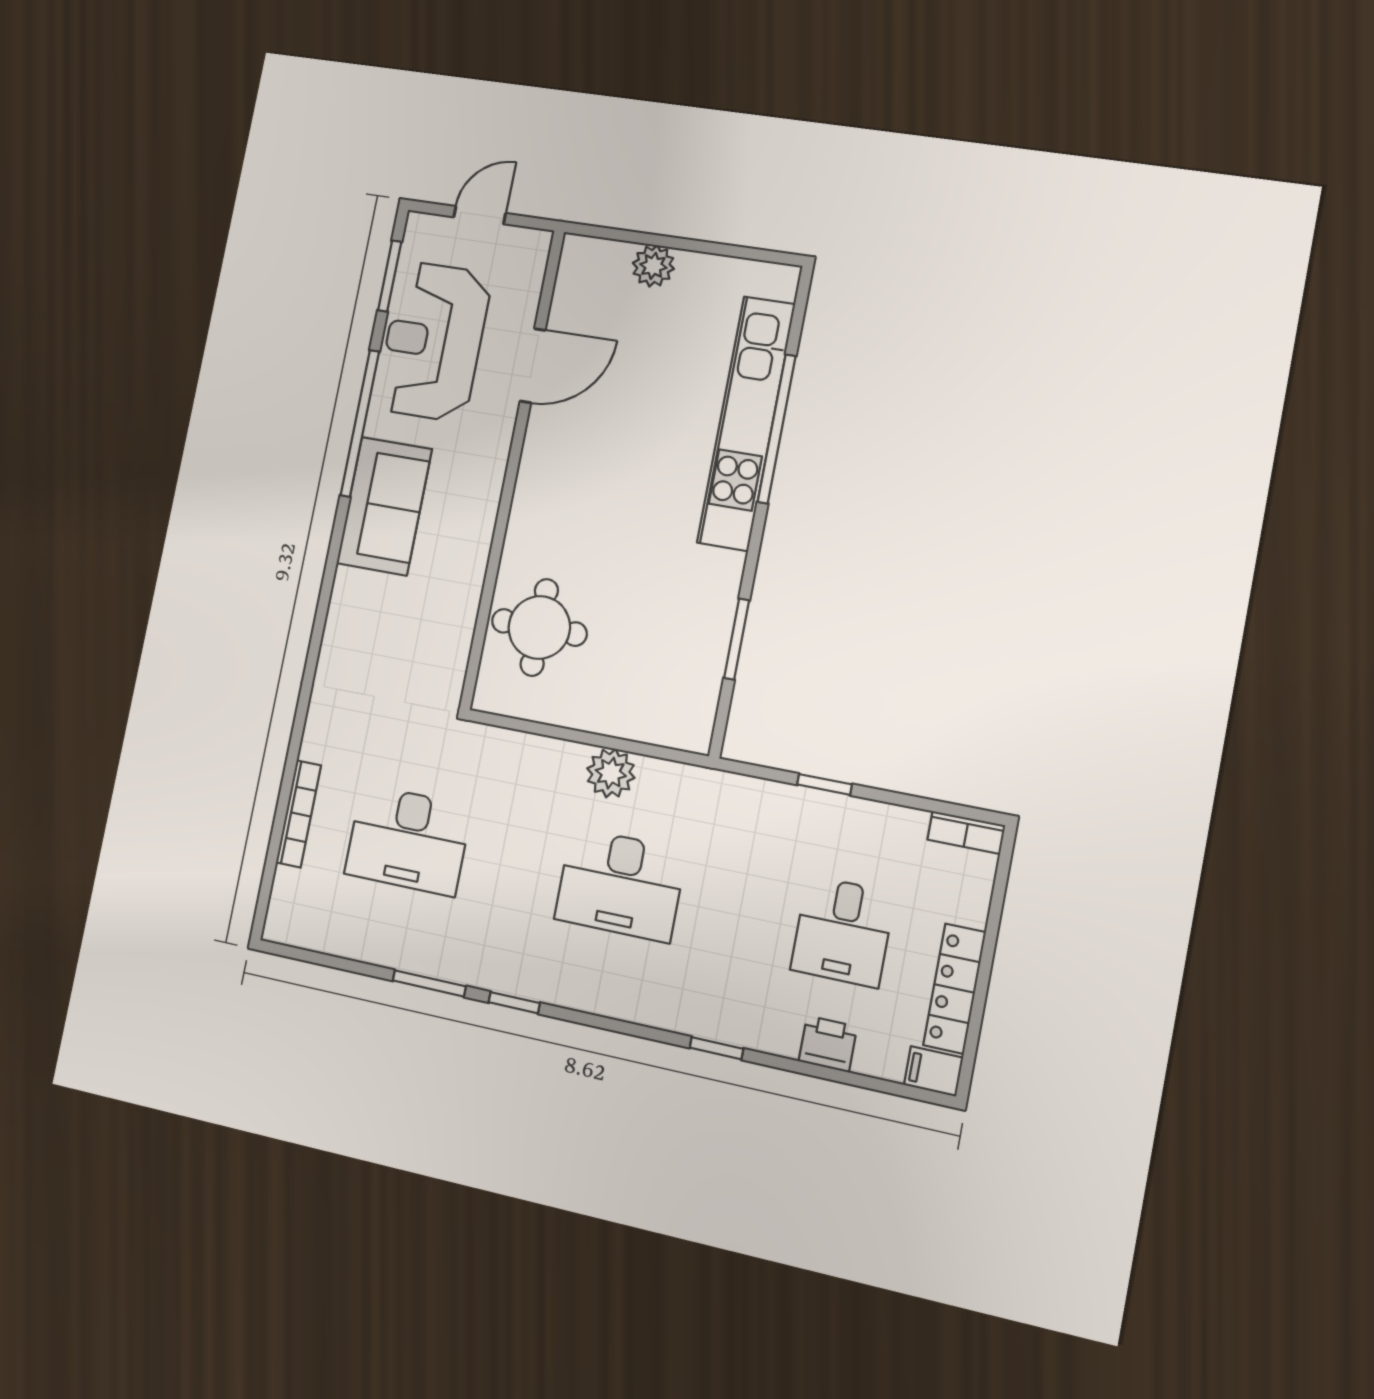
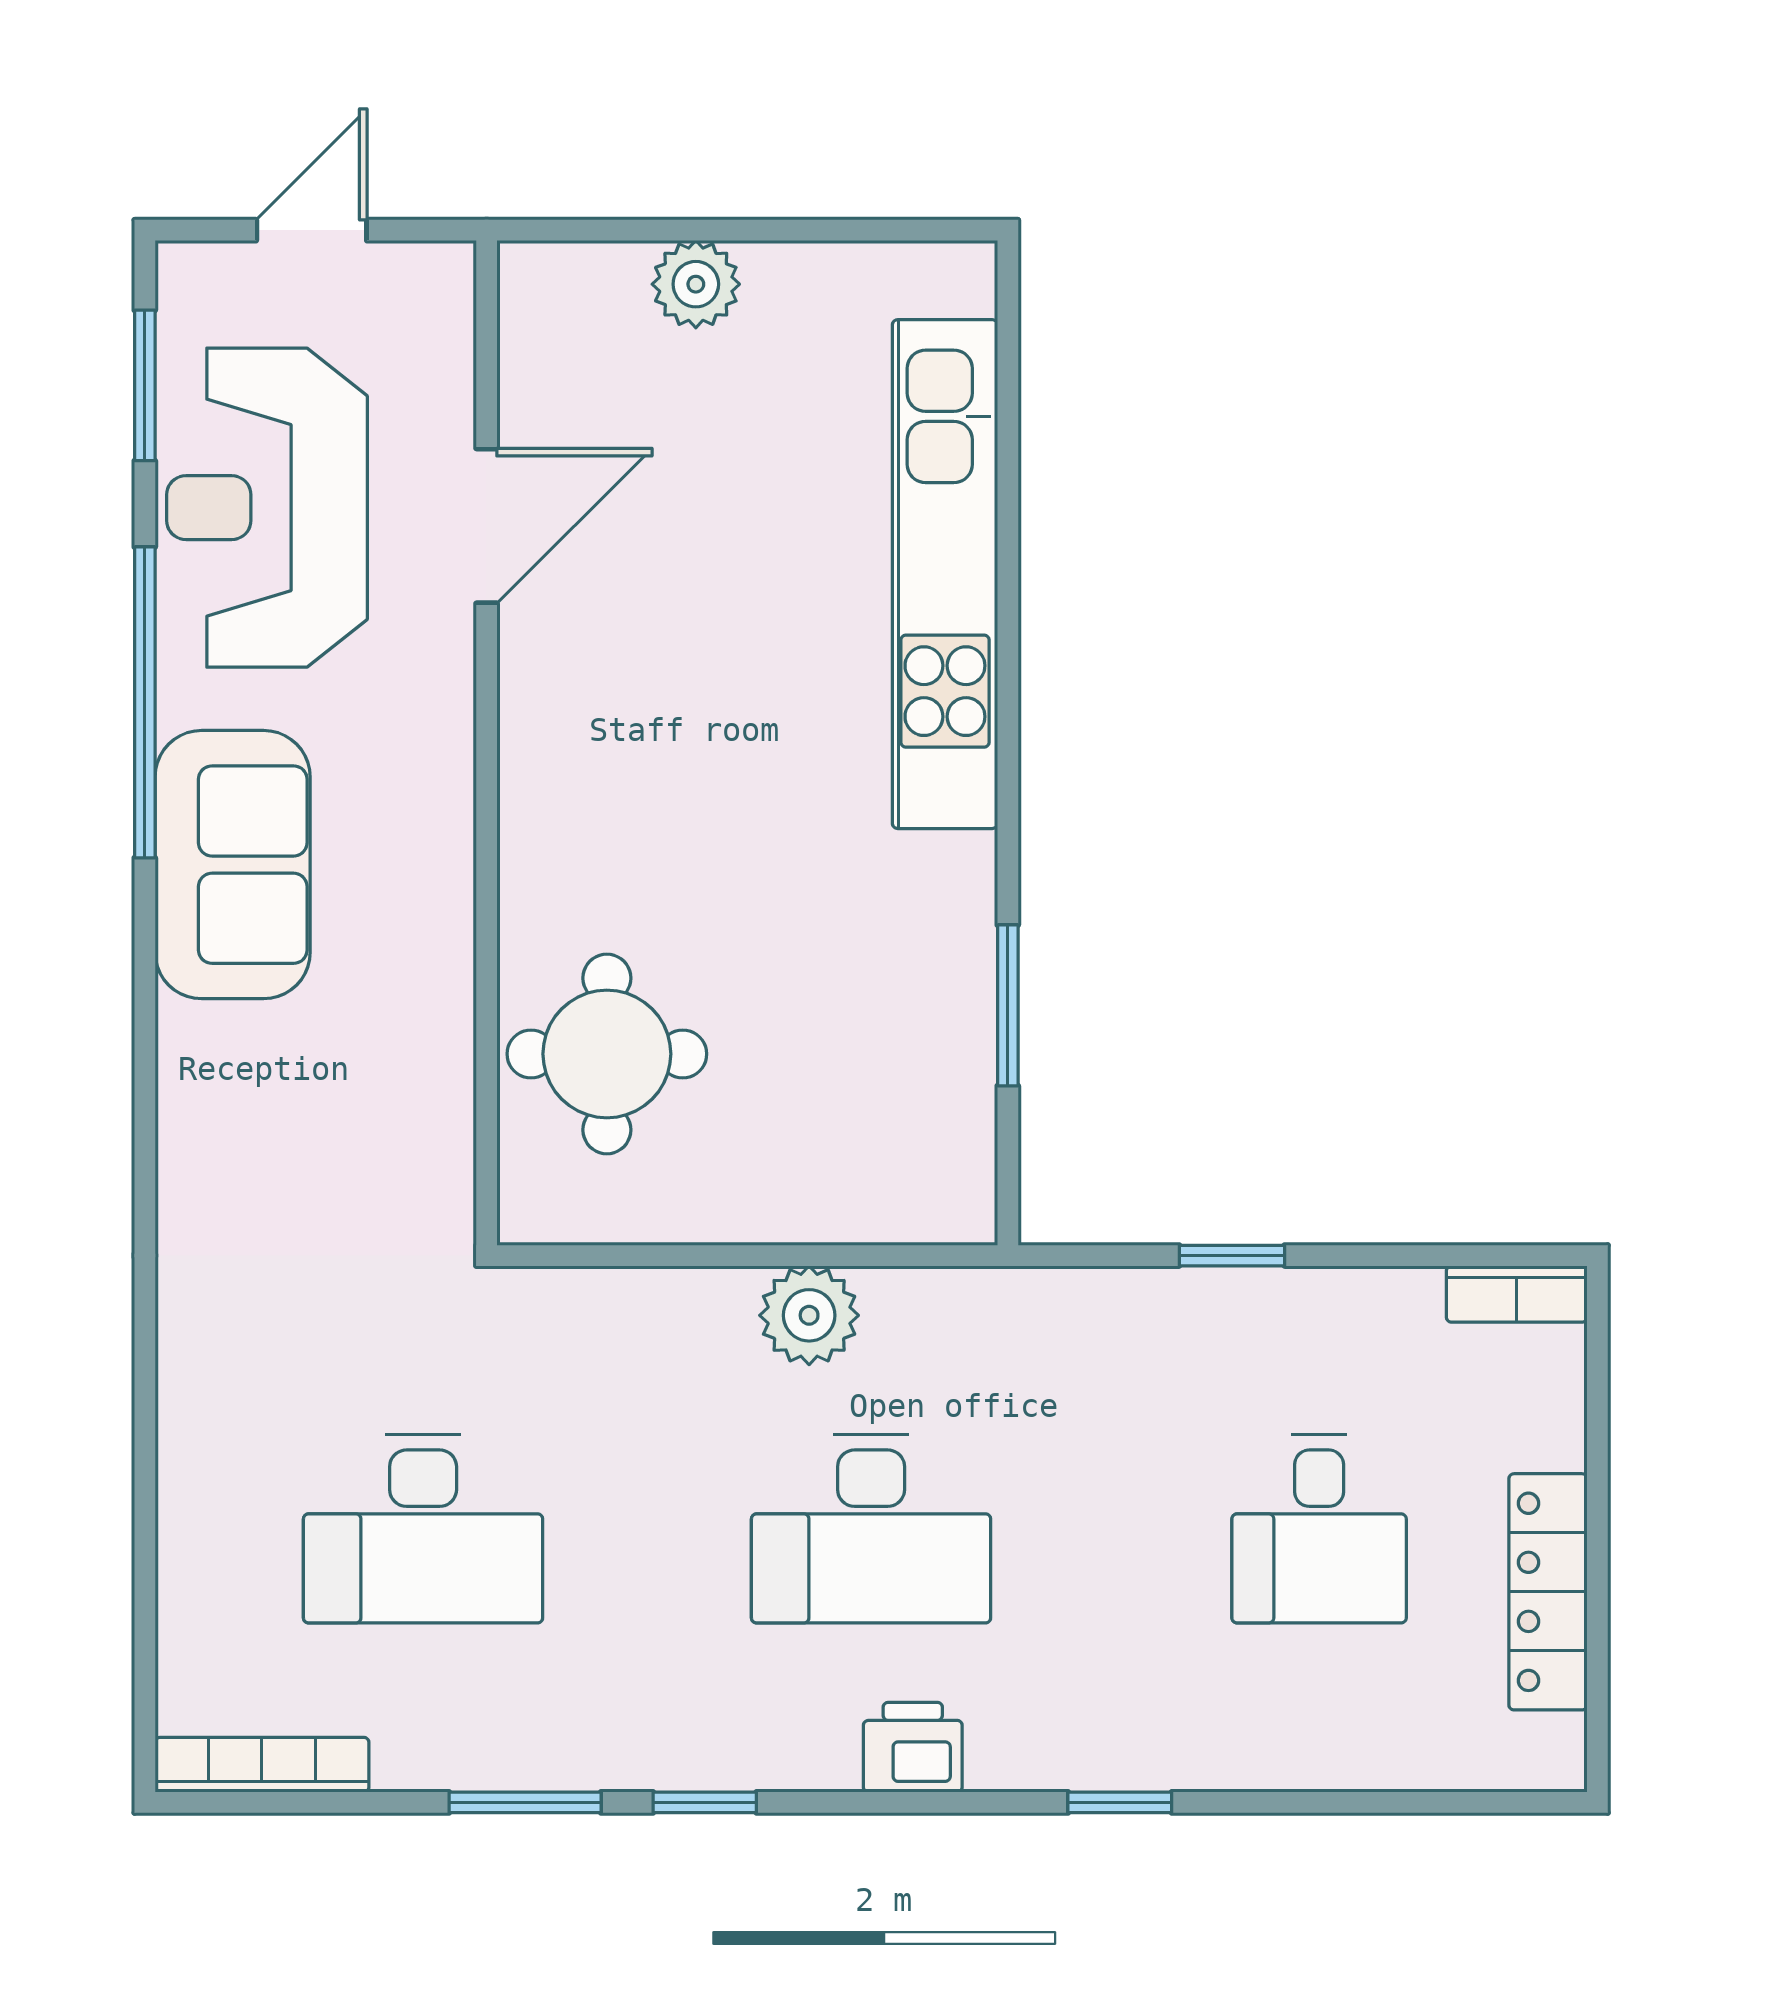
window: (777, 429) -> (1008, 576), removed
bookcase: (299, 814) -> (262, 1765), moved, turned -90
printer: (828, 1044) -> (913, 1747), moved
filing cabinet: (933, 1071) -> (1537, 1754), removed

